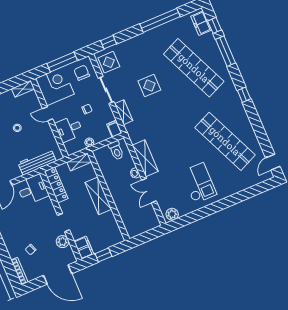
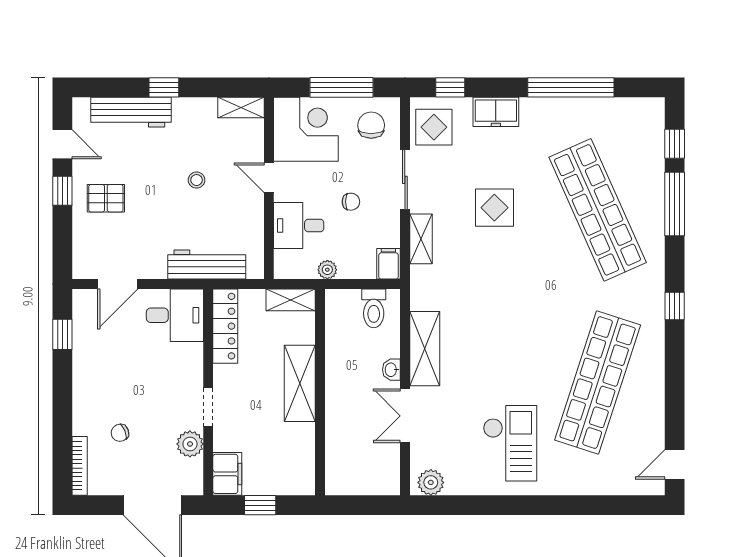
freezer: (201, 23) -> (496, 112), moved, turned -90
shop shelf: (225, 141) -> (598, 383), turned 42

